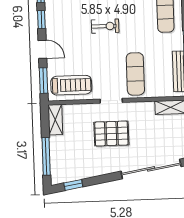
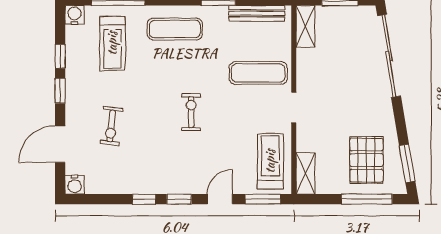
shelving: (55, 120) -> (305, 173), moved, turned 90
pallet: (111, 133) -> (366, 160), moved
window: (73, 185) -> (407, 163), width x1.50

